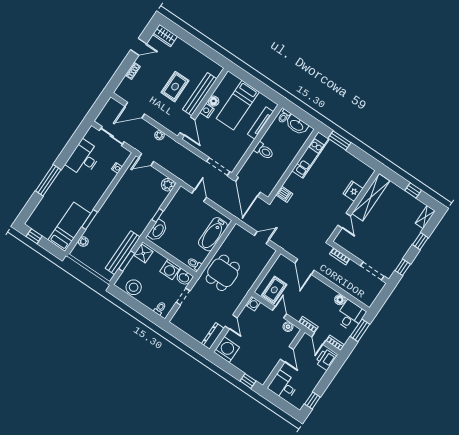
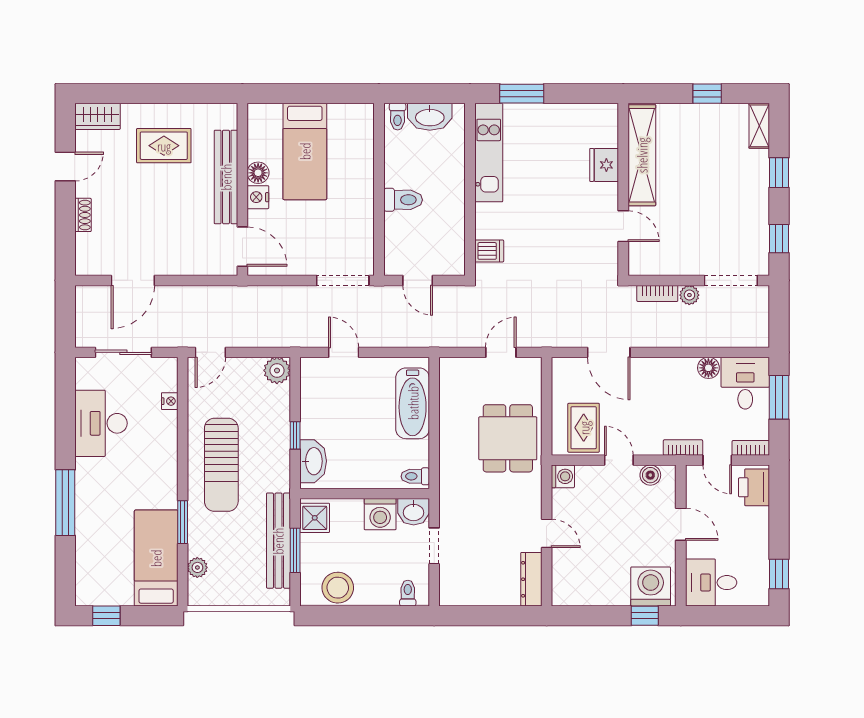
rug: (175, 87) -> (164, 146), moved, turned 90
tv unit: (260, 123) -> (365, 156), removed
plant: (159, 135) -> (689, 295), moved
door: (248, 187) -> (418, 280), width x0.53
sun lounger: (120, 207) -> (221, 465), added
dining table: (223, 273) -> (508, 438), moved
washing machine: (227, 350) -> (651, 586), moved

